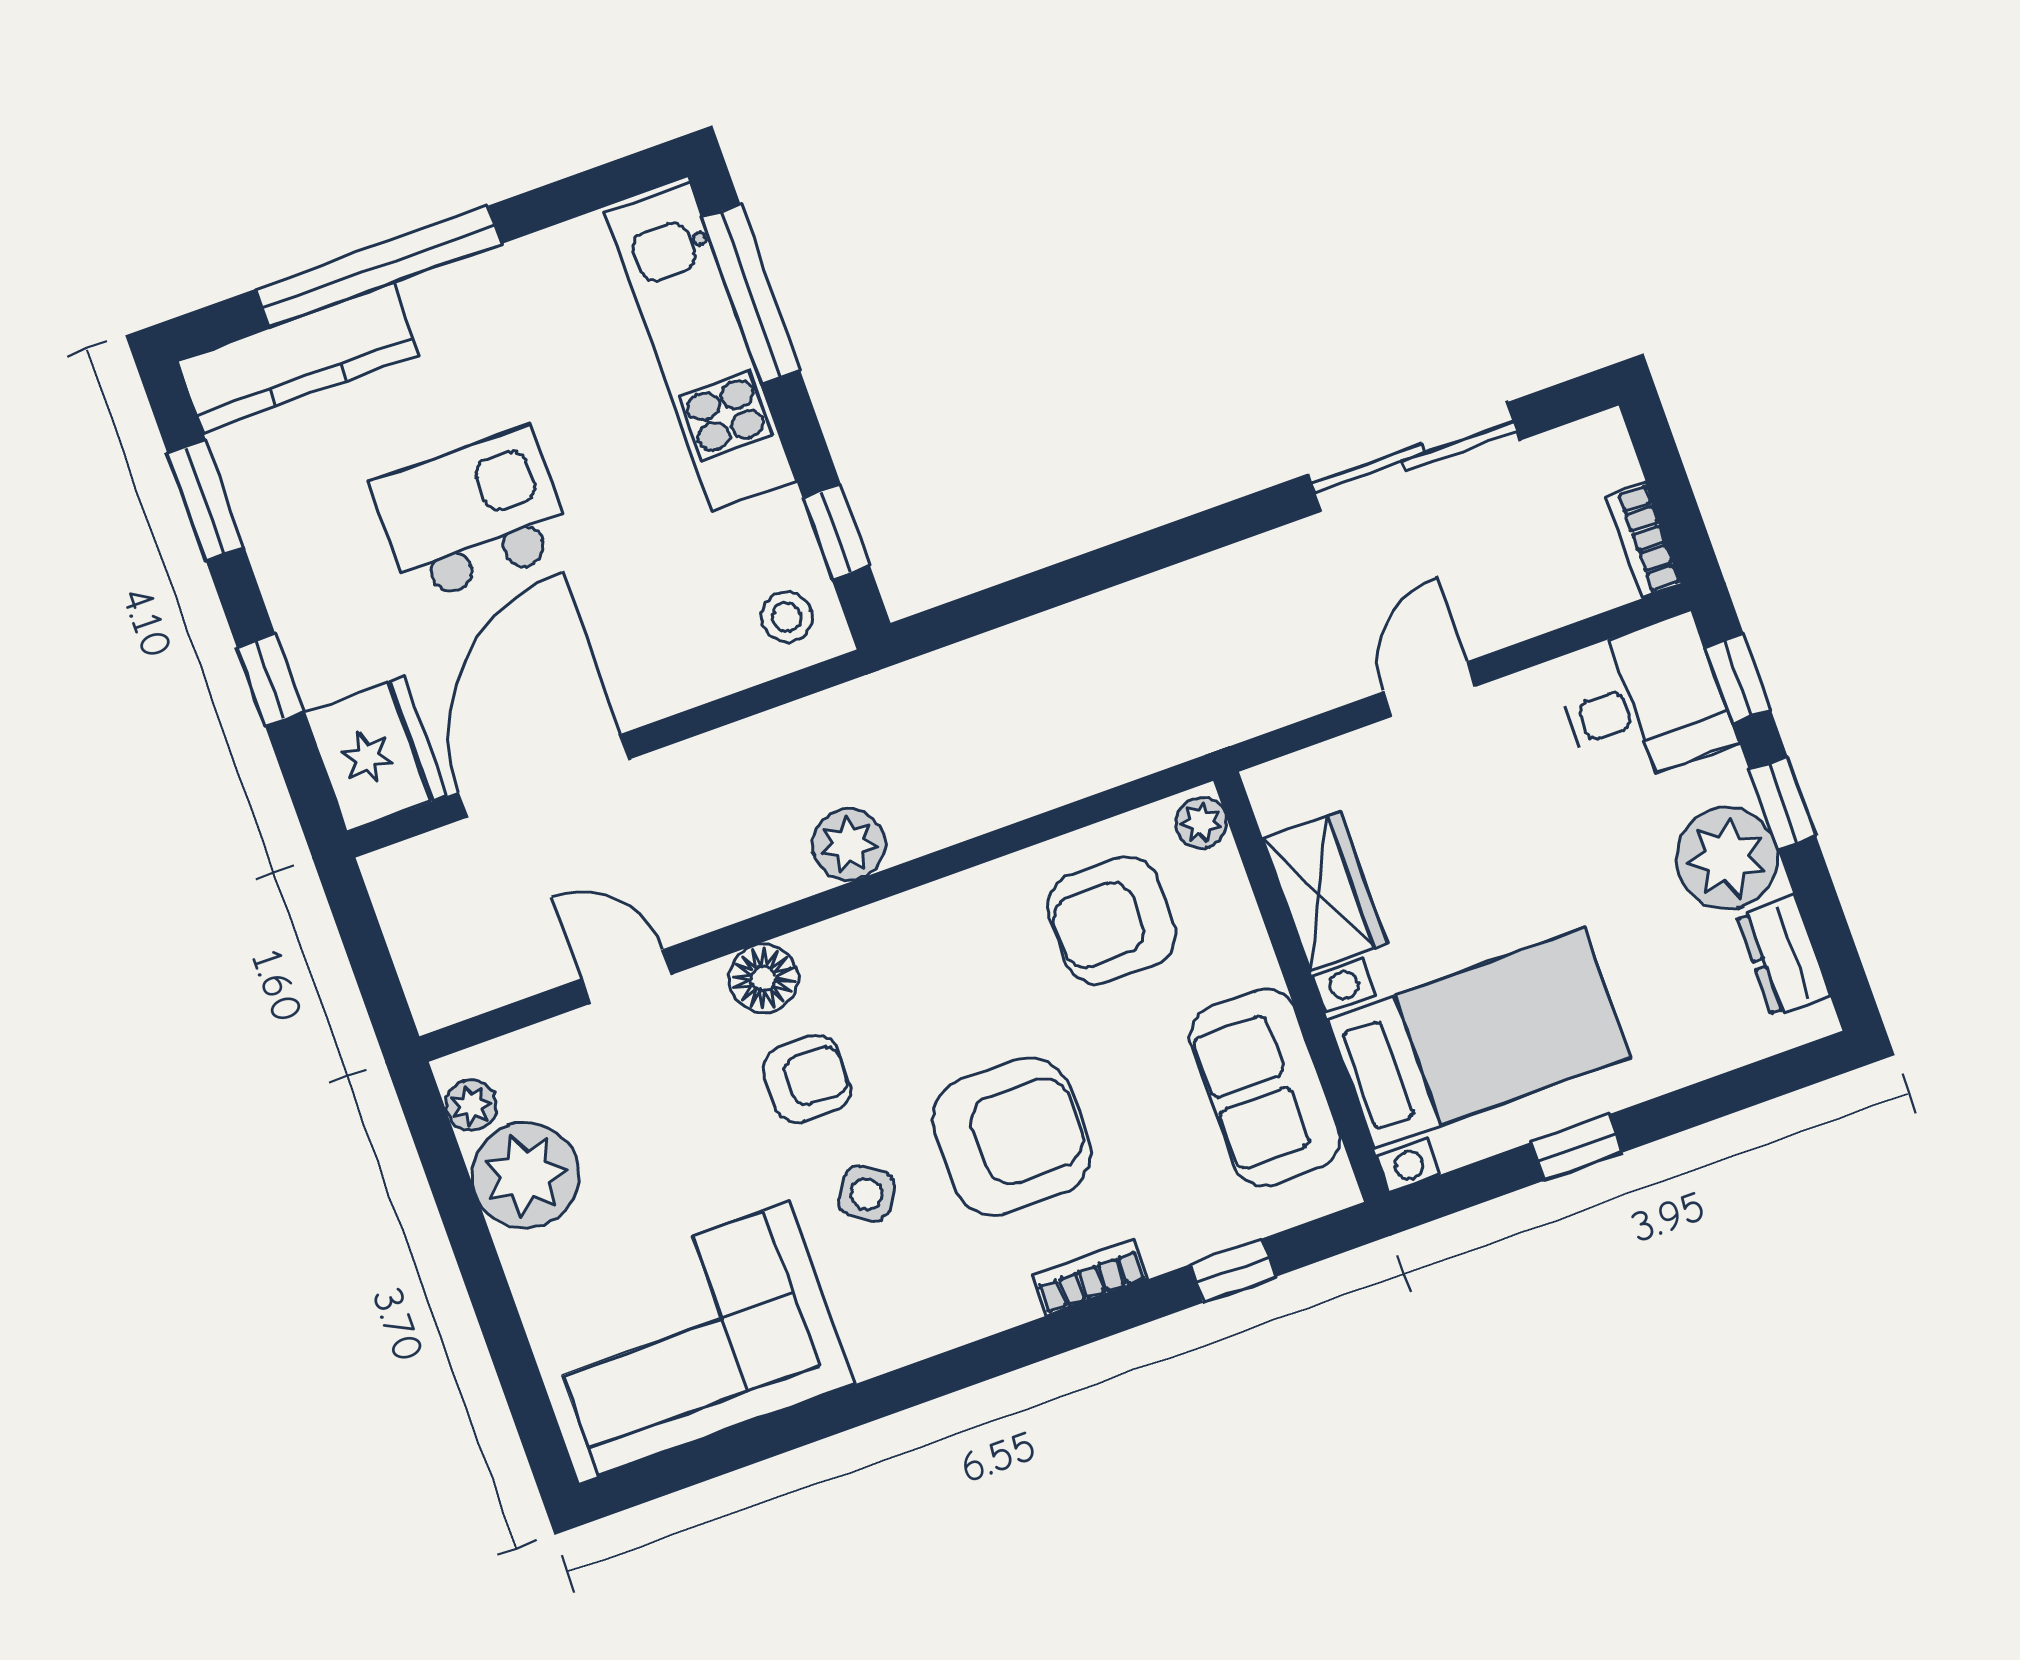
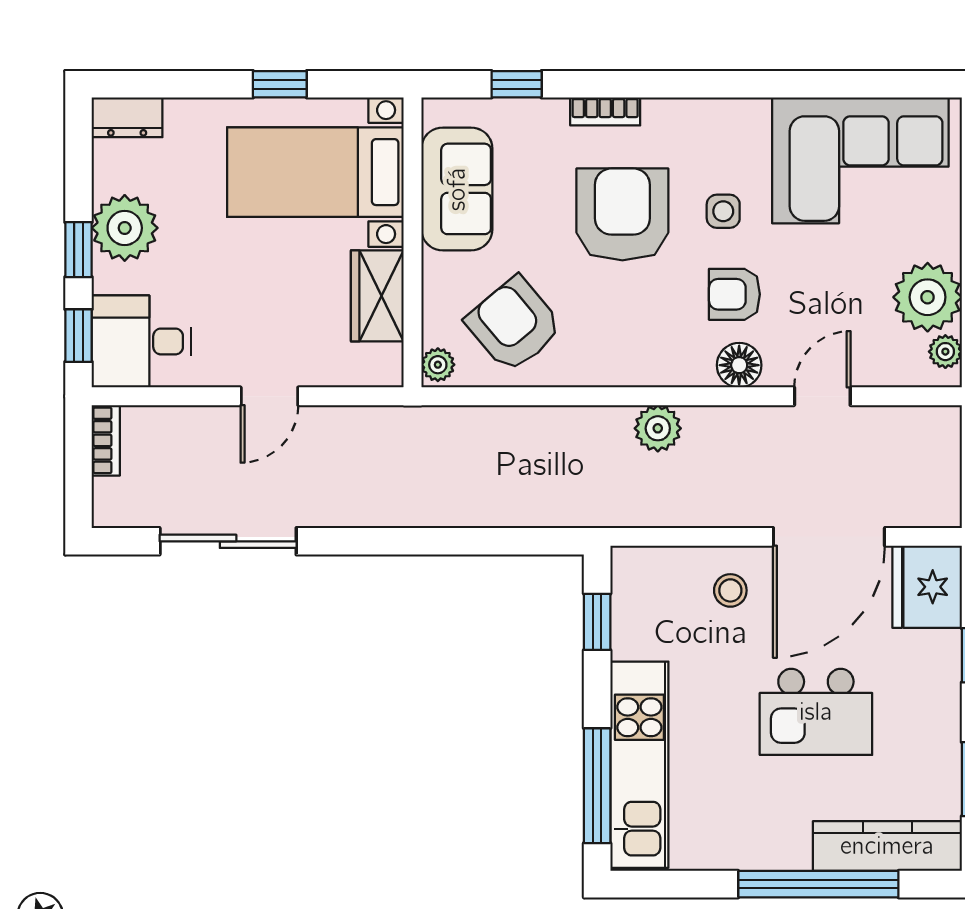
stool: (787, 617) -> (730, 590), moved
armchair: (1112, 921) -> (514, 324), turned -130
dresser: (1783, 956) -> (127, 117), moved, turned 90
door: (627, 977) -> (822, 396), swing flipped
armchair: (1011, 1137) -> (622, 214), turned 90
side table: (867, 1194) -> (723, 211), turned -34

